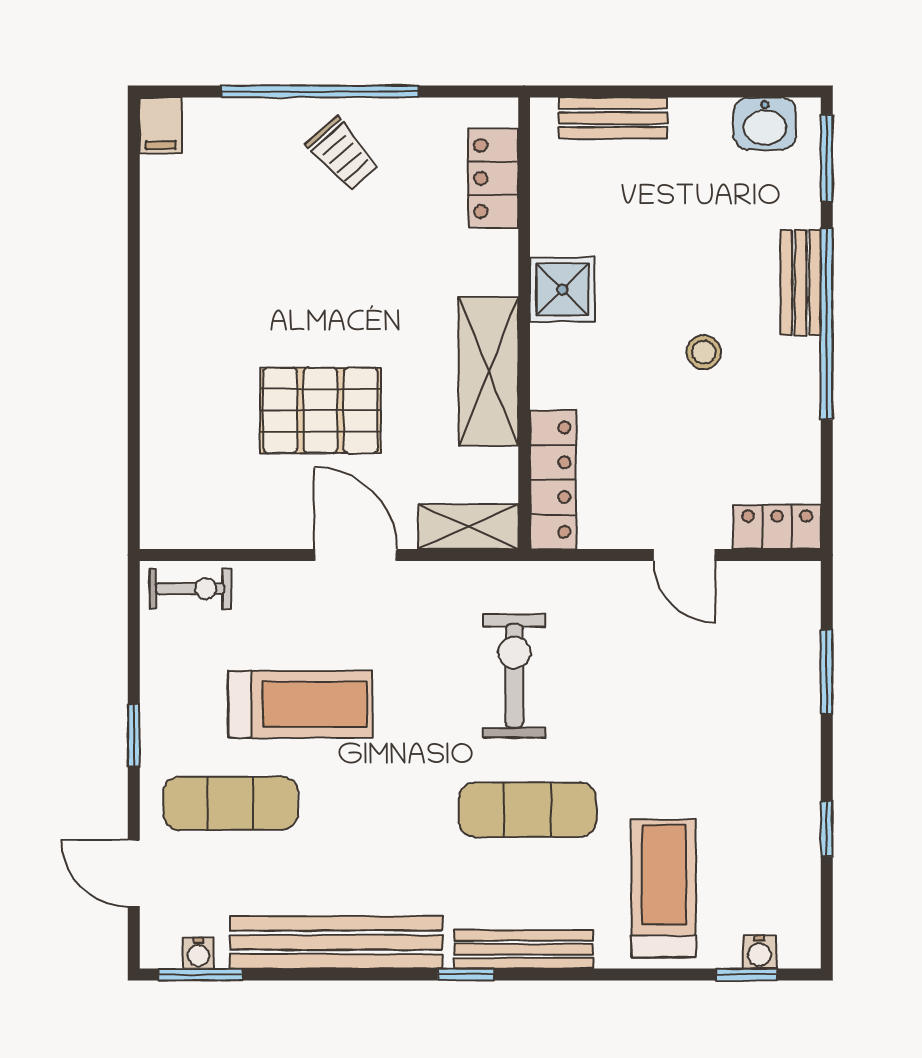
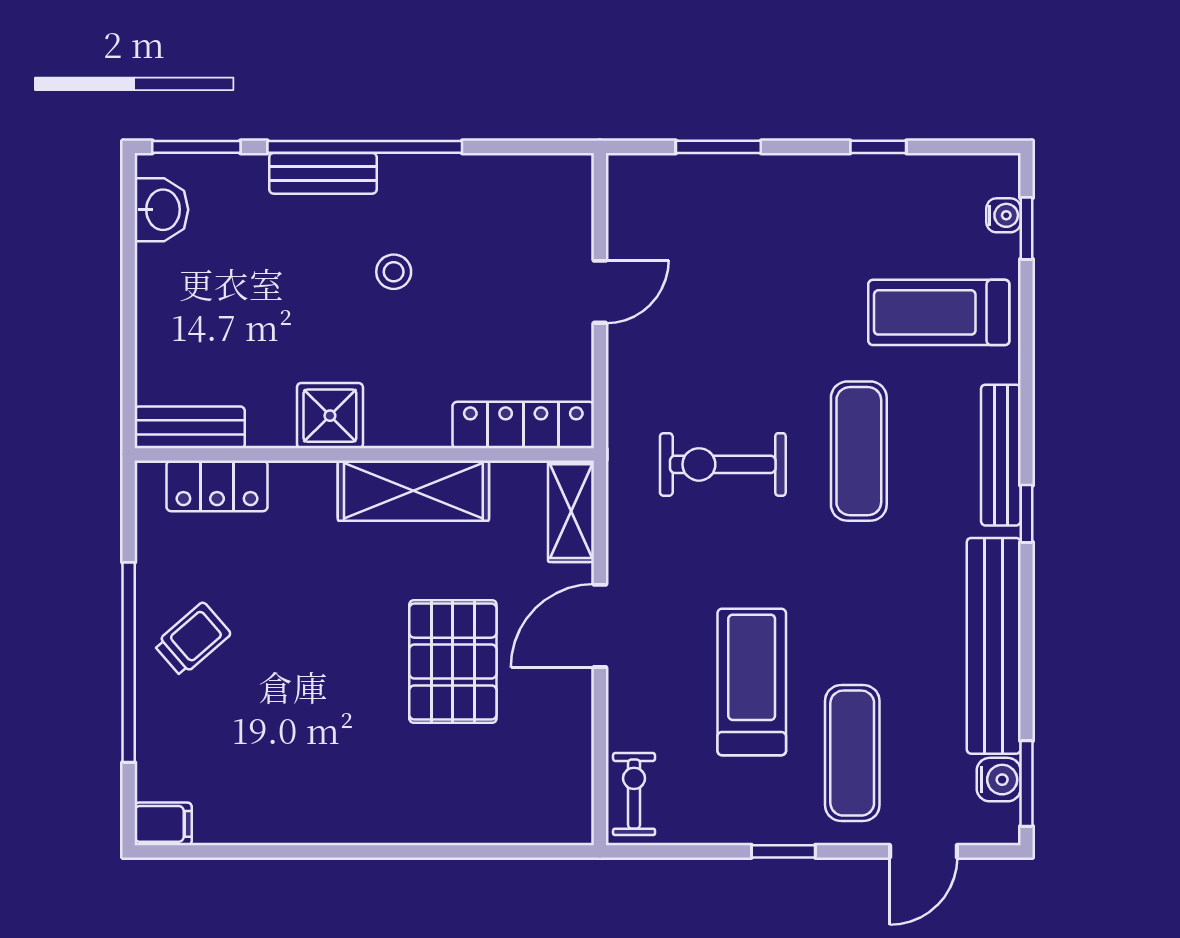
bench: (613, 118) -> (190, 427), moved, turned 90
locker: (777, 527) -> (571, 197), removed
water cooler: (198, 953) -> (999, 780), width x1.38, depth x1.38

